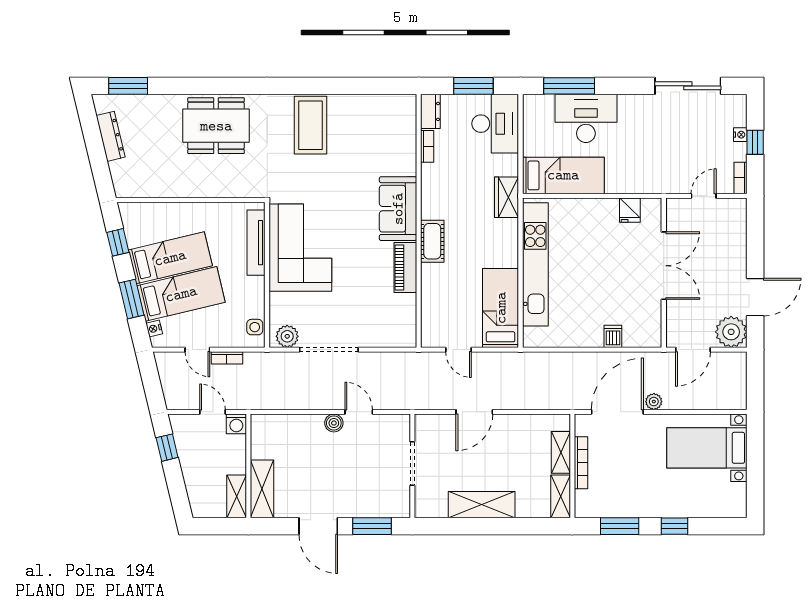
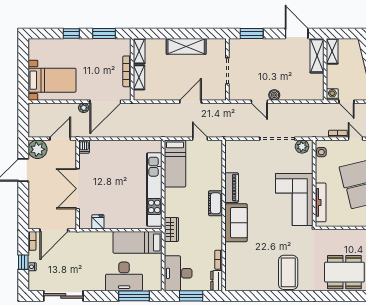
door: (704, 196) -> (54, 230), width x1.88
dishwasher: (613, 336) -> (84, 147), moved
door: (318, 526) -> (297, 34), moved

